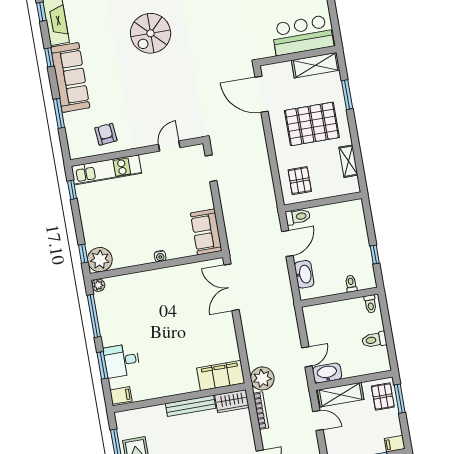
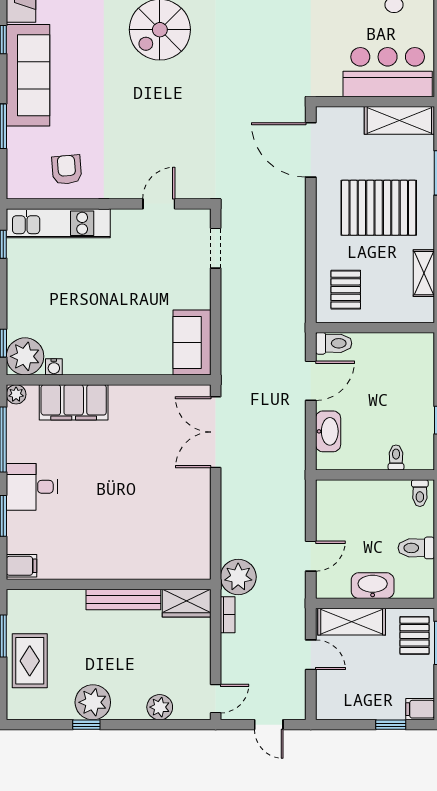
water cooler: (160, 256) -> (54, 367), moved
desk: (122, 361) -> (32, 487), moved
washbasin: (327, 373) -> (373, 586), moved
filing cabinet: (221, 376) -> (74, 402), moved, turned 180
bookcase: (261, 411) -> (228, 615), width x0.64

